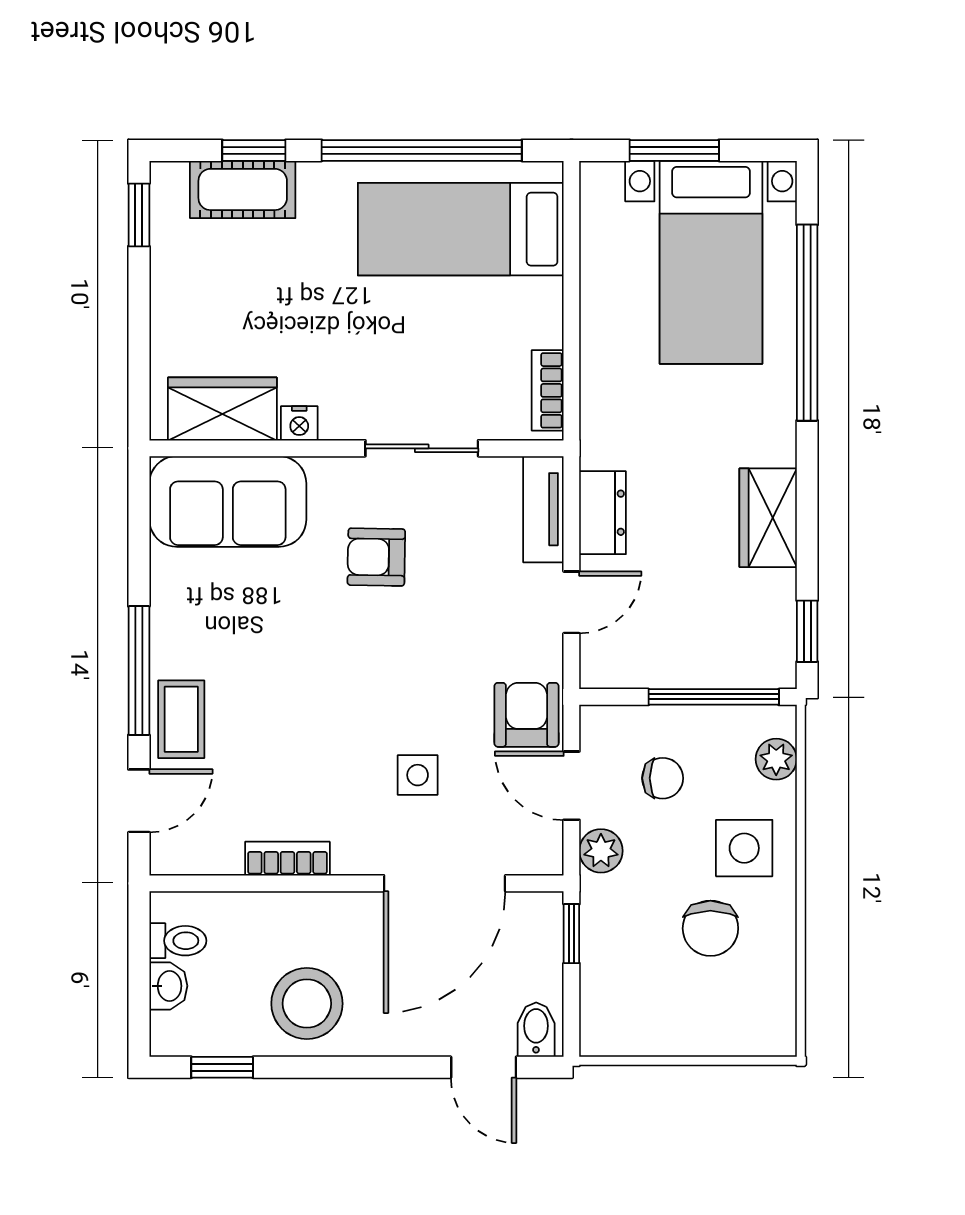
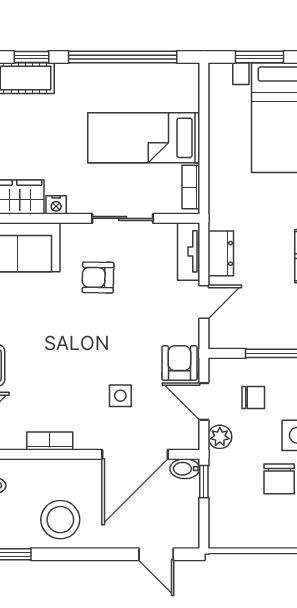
bed: (461, 229) -> (144, 138), moved
bidet: (536, 1030) -> (185, 469), moved, turned -90

